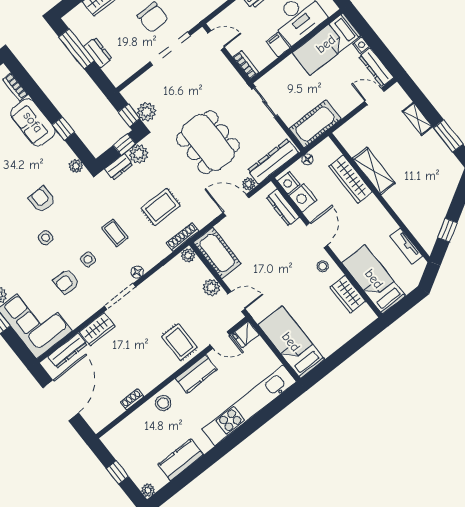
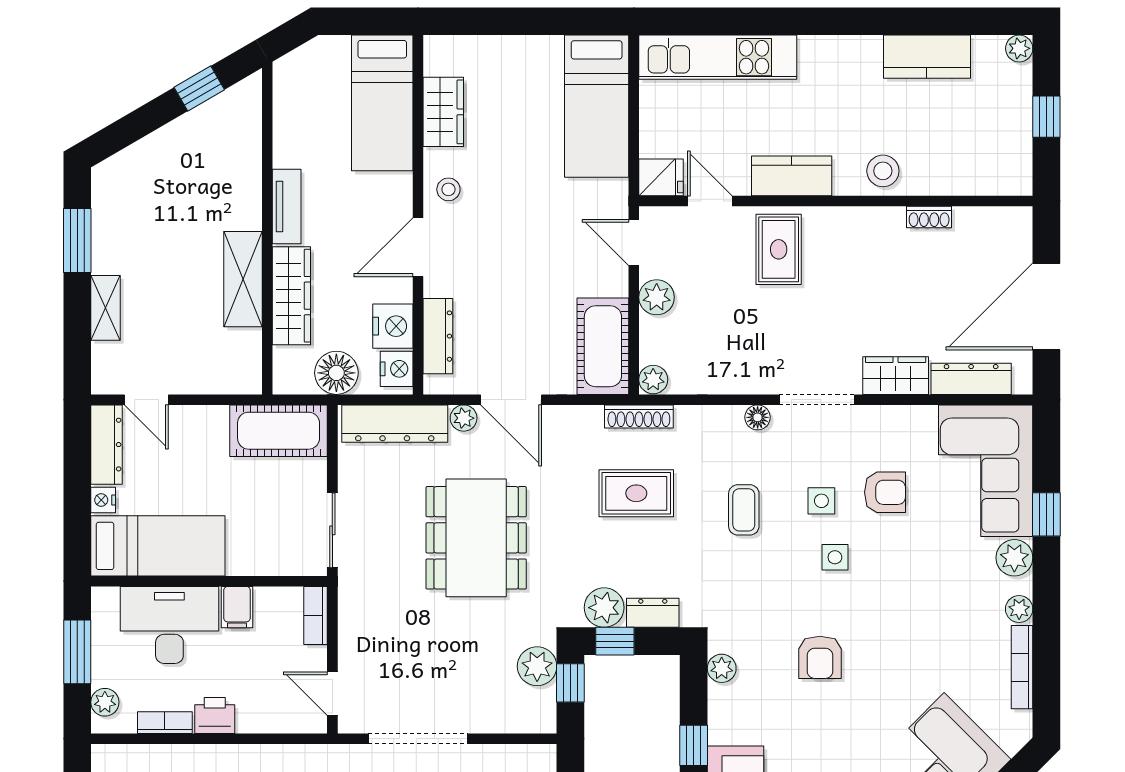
floor lamp: (307, 159) -> (336, 373), width x1.89, depth x1.89
side table: (46, 238) -> (835, 557), moved
tv unit: (406, 246) -> (287, 206), moved
kitchen unit: (249, 405) -> (718, 57), width x0.73

